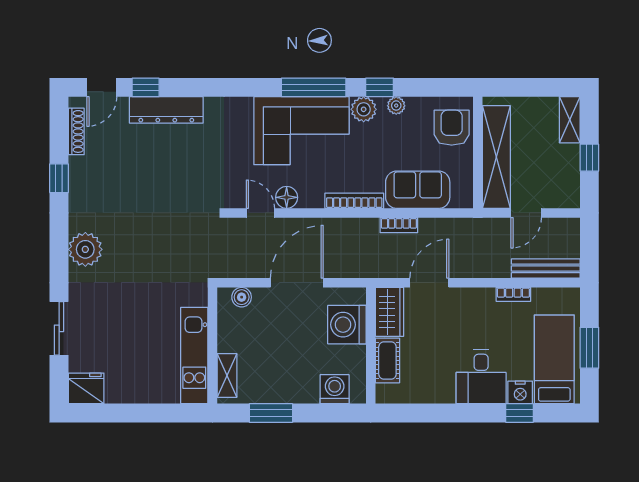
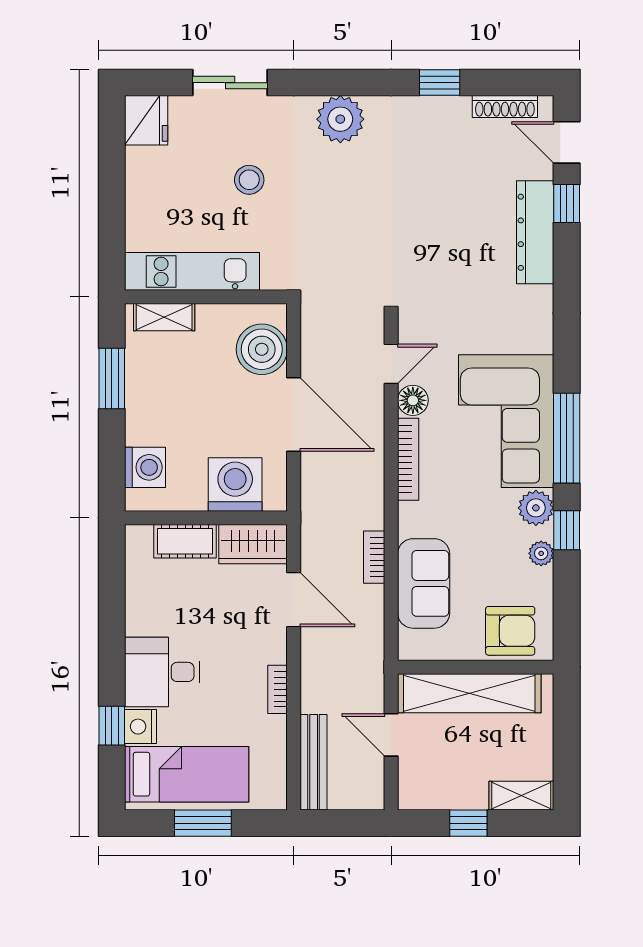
bookcase: (354, 201) -> (408, 459), moved
bookcase: (513, 294) -> (277, 689), moved
boiler: (242, 297) -> (262, 349), width x1.86, depth x1.86
stool: (129, 315) -> (249, 180), added

